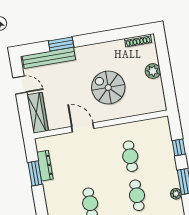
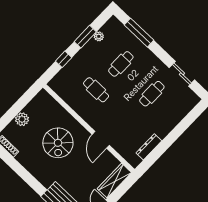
cafe table: (130, 156) -> (96, 90), turned 90
window: (35, 173) -> (160, 150), removed

